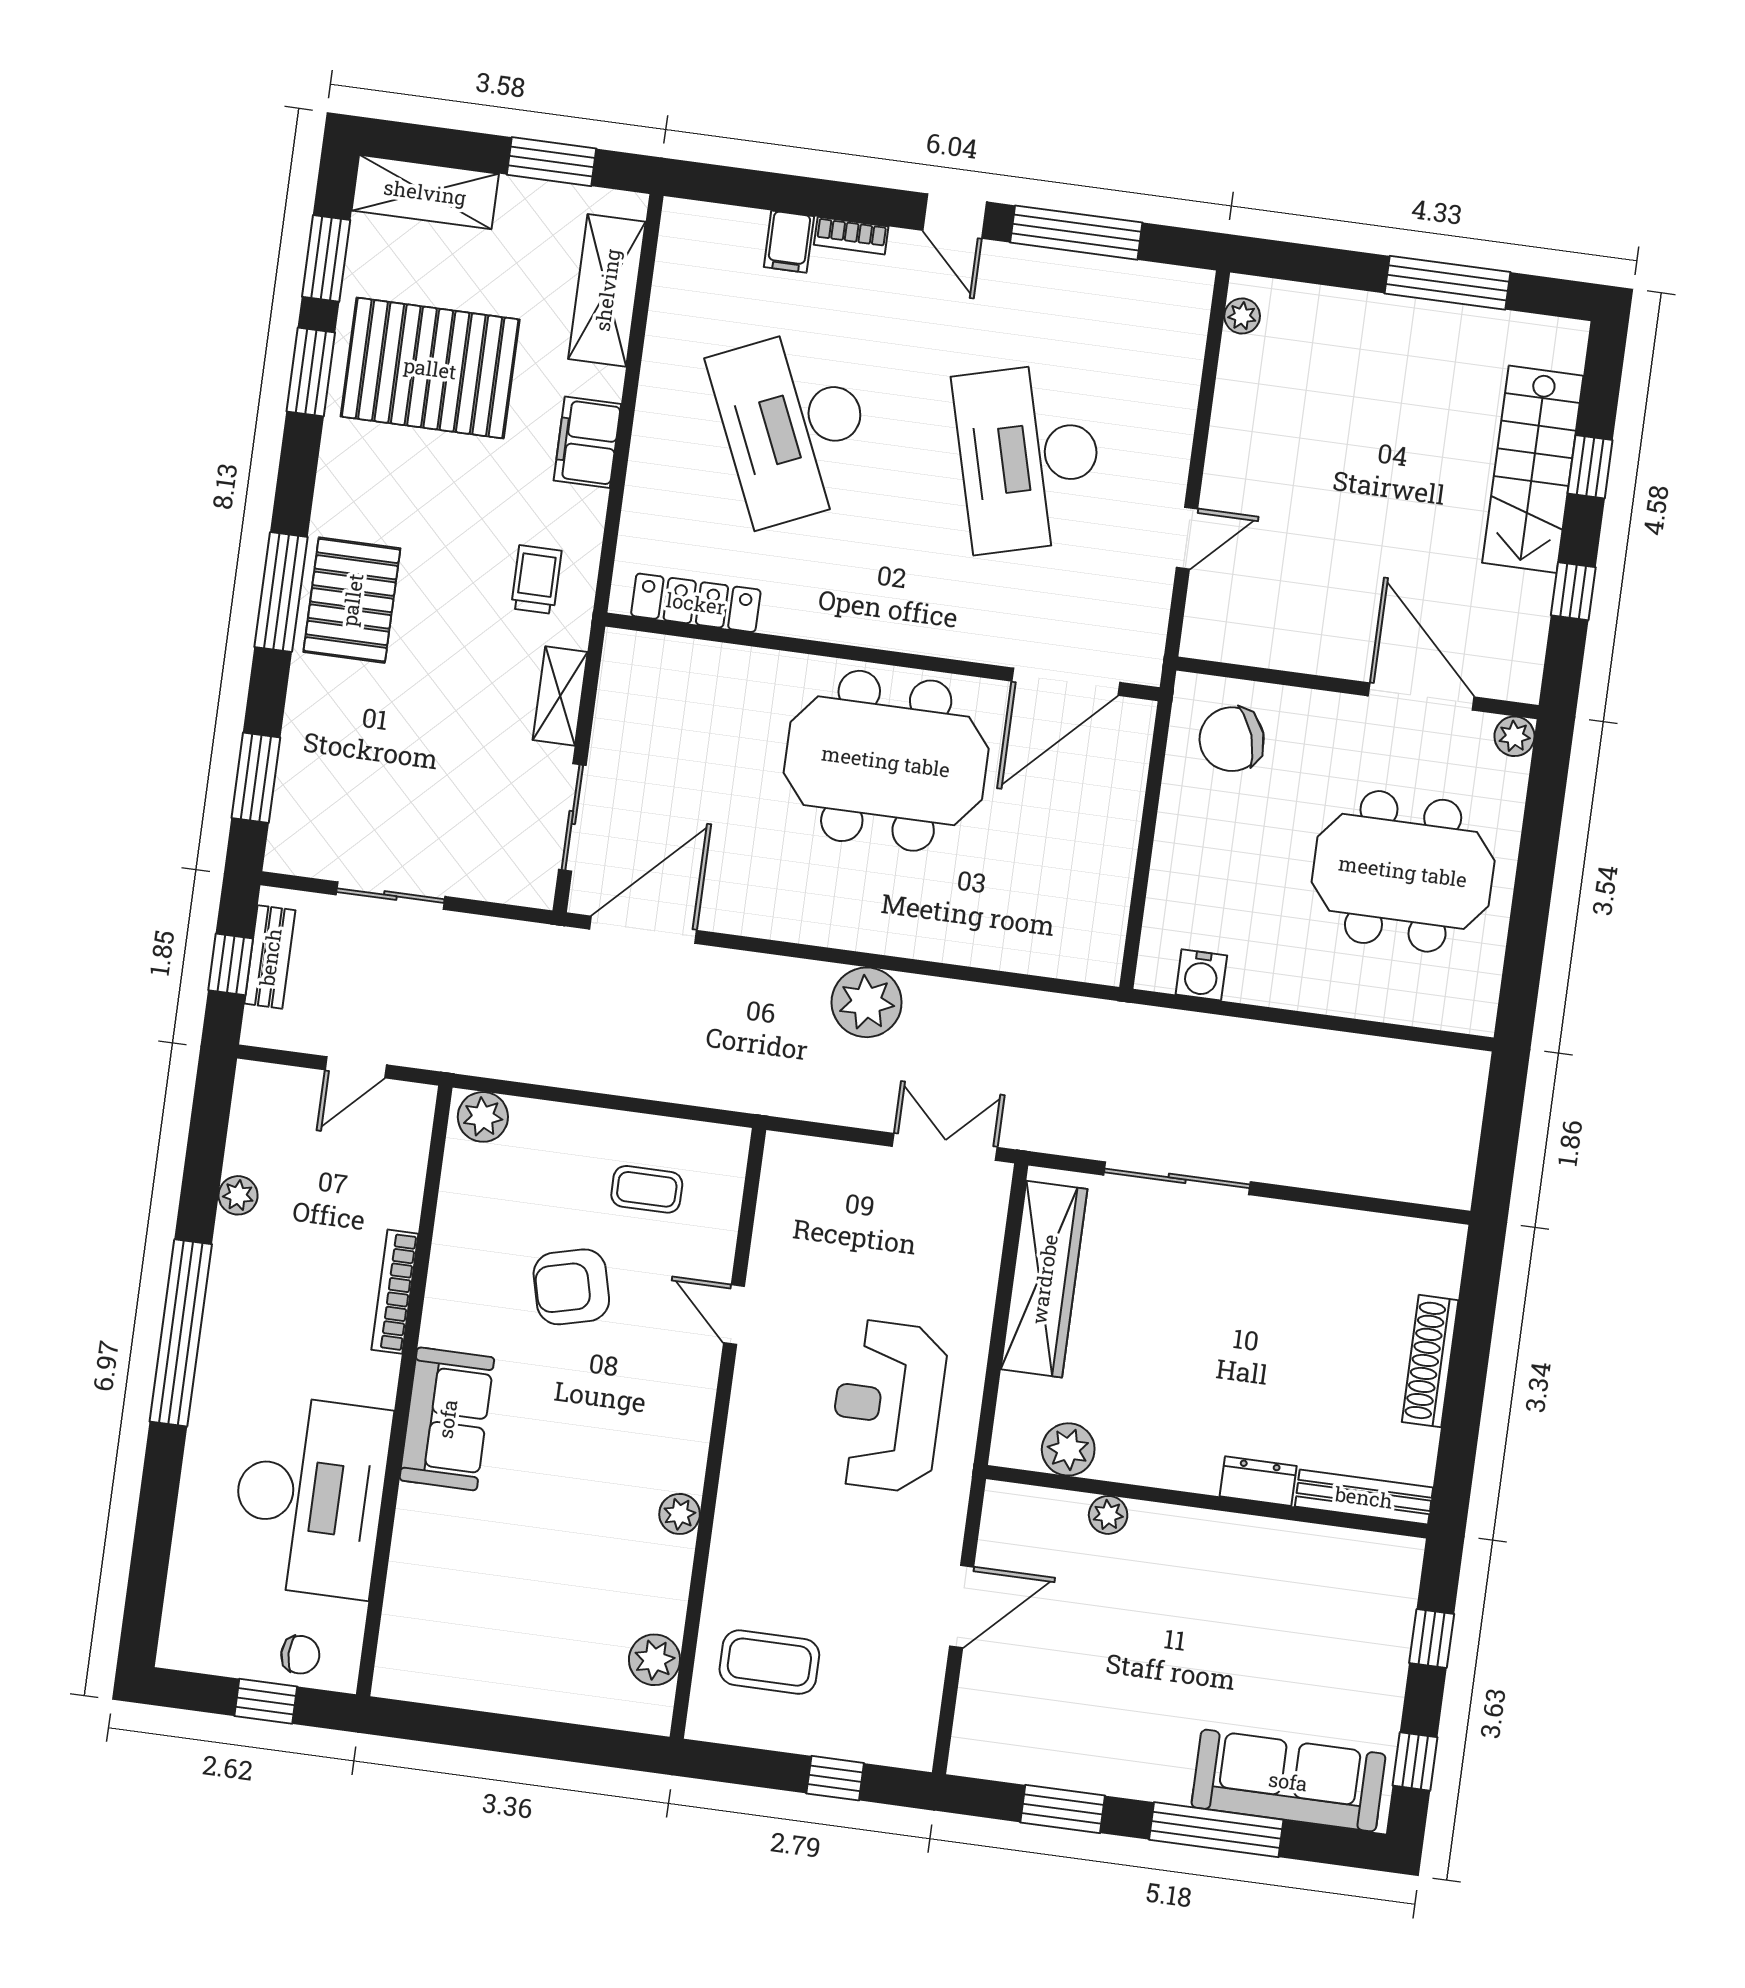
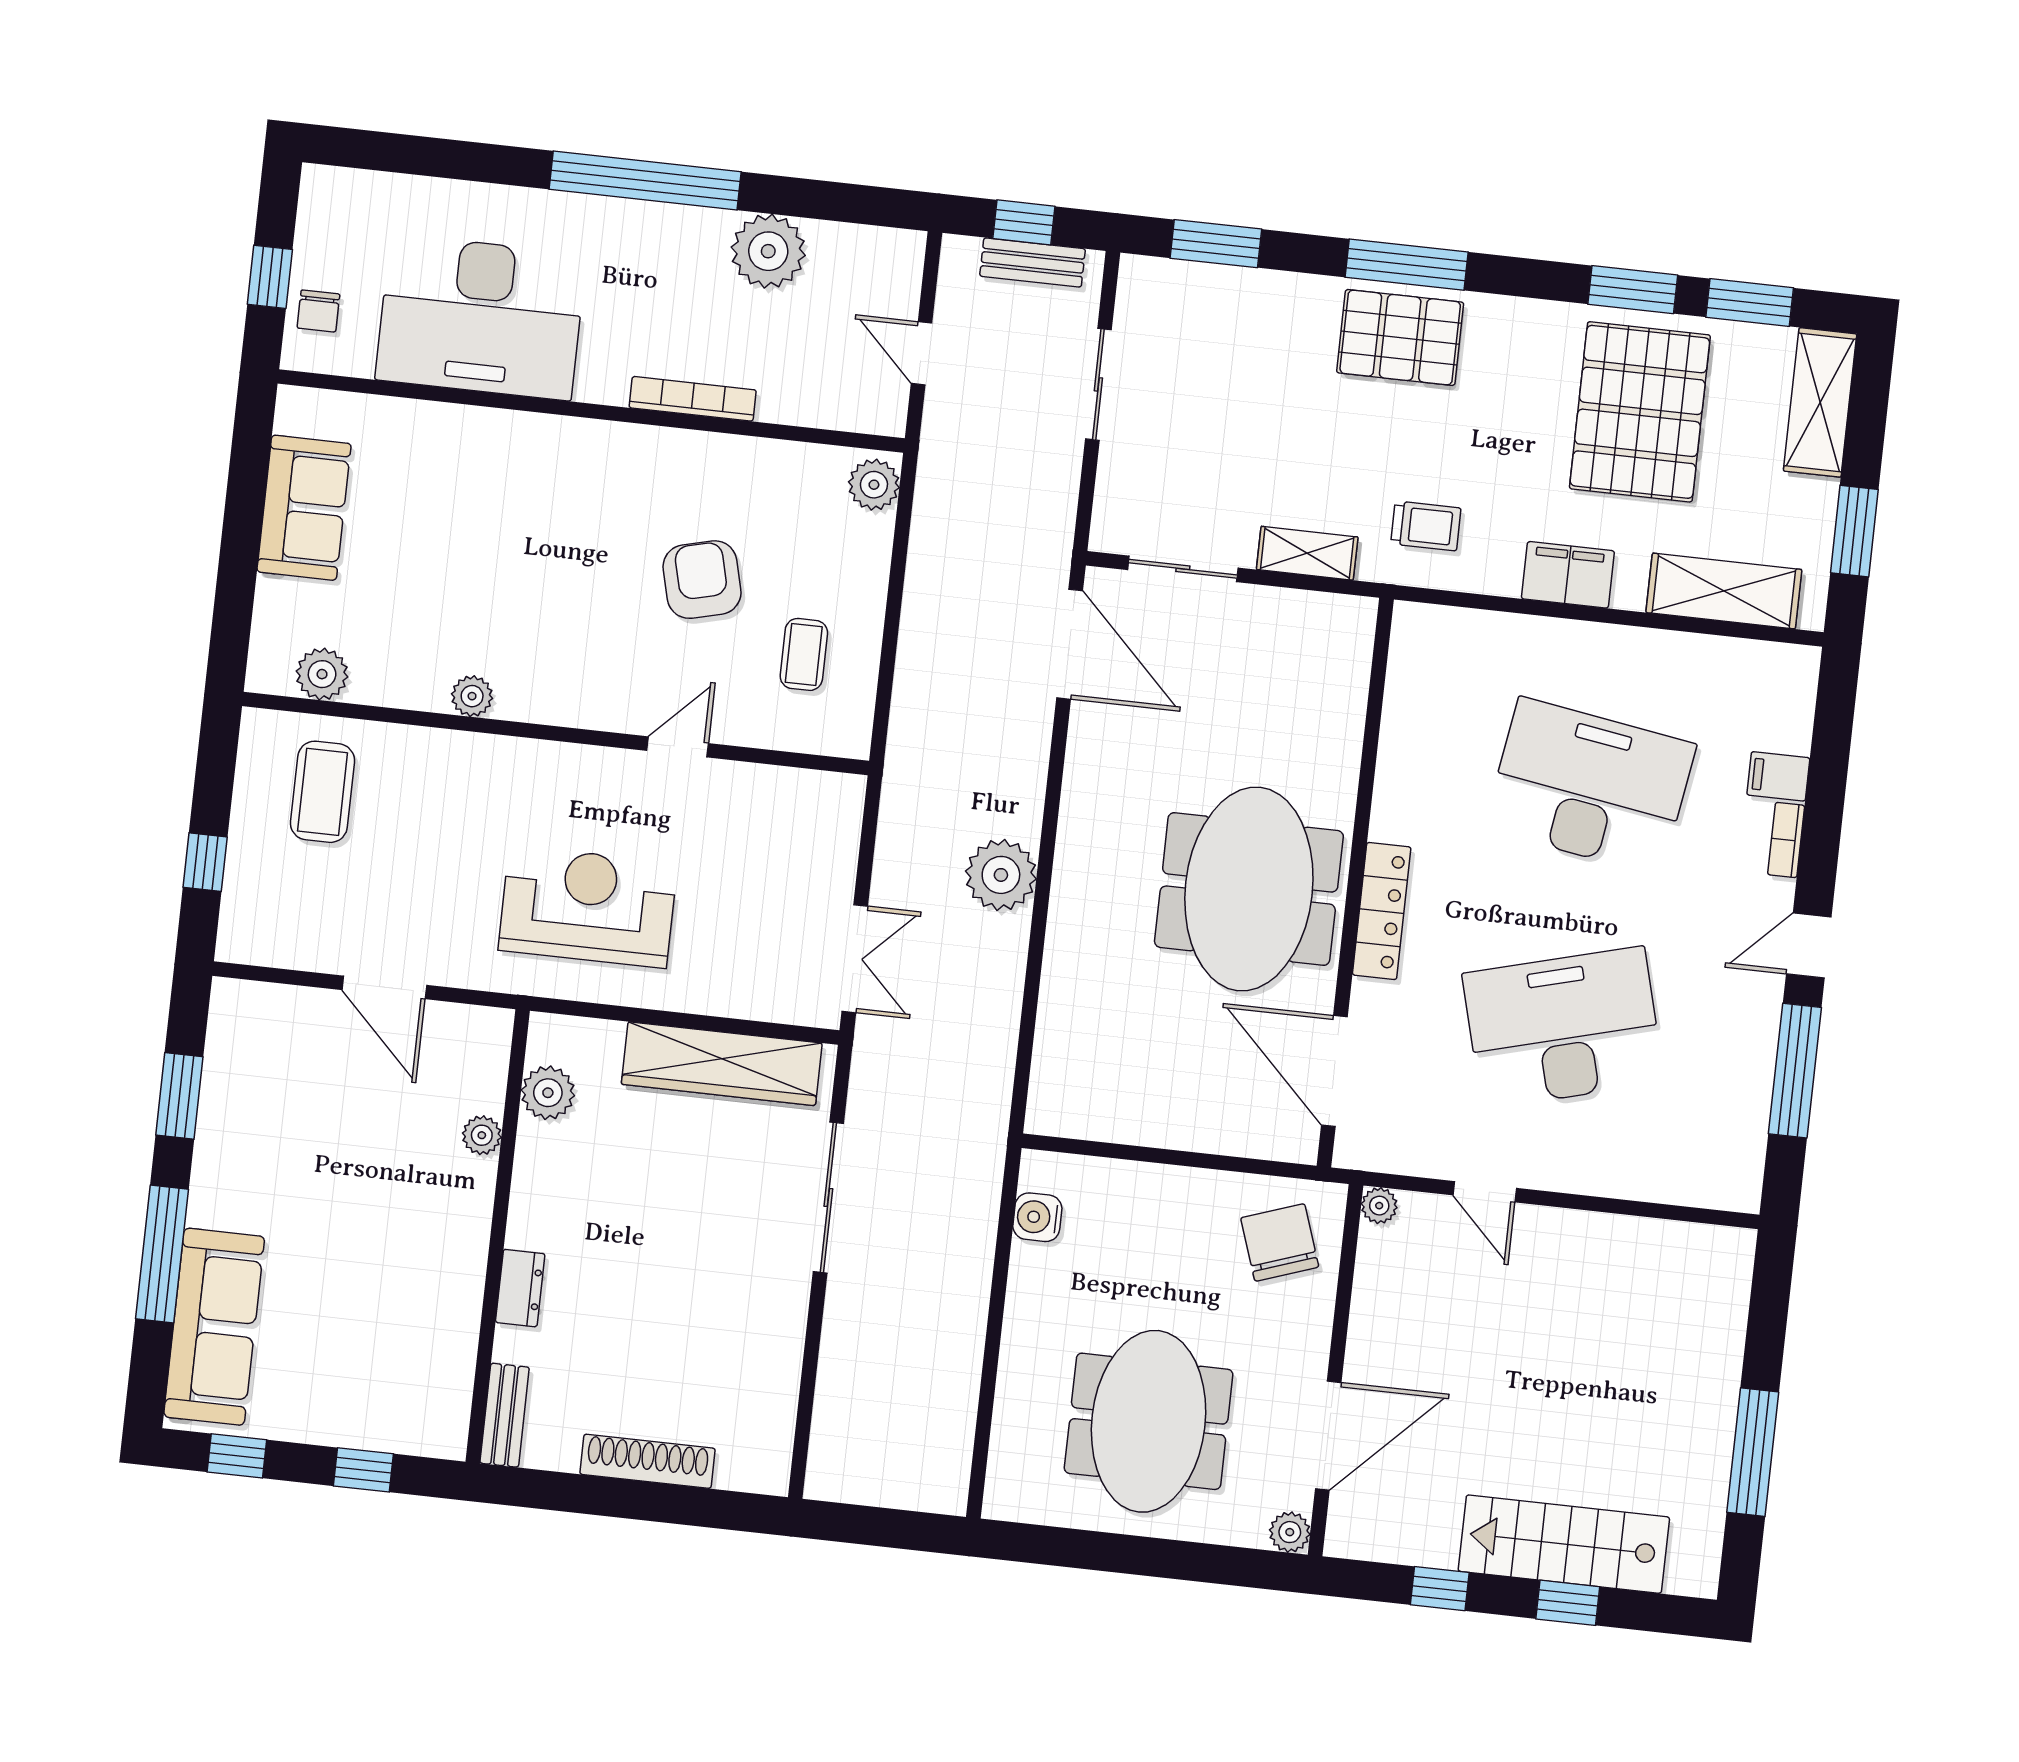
plant: (1242, 316) -> (1379, 1206), moved
desk: (794, 426) -> (1590, 786), turned 33
locker: (696, 603) -> (1382, 911), moved
plant: (238, 1195) -> (768, 251), width x1.88, depth x1.88
sofa: (447, 1419) -> (304, 508), moved, turned -90
bench: (1364, 1497) -> (505, 1415), width x0.73

